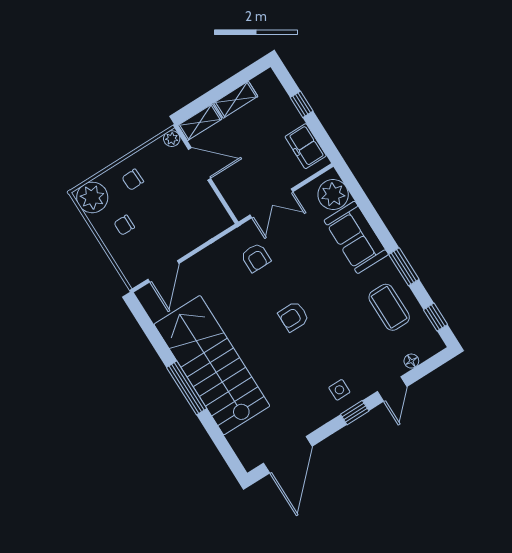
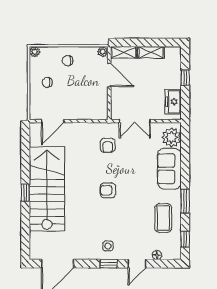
plant: (92, 197) -> (35, 52), width x0.53, depth x0.53
window: (187, 388) -> (25, 193), width x0.46

